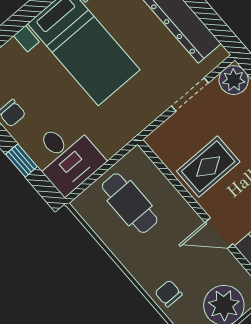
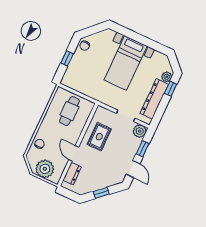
desk: (66, 157) -> (77, 76), removed
rug: (208, 166) -> (99, 137), turned 90

